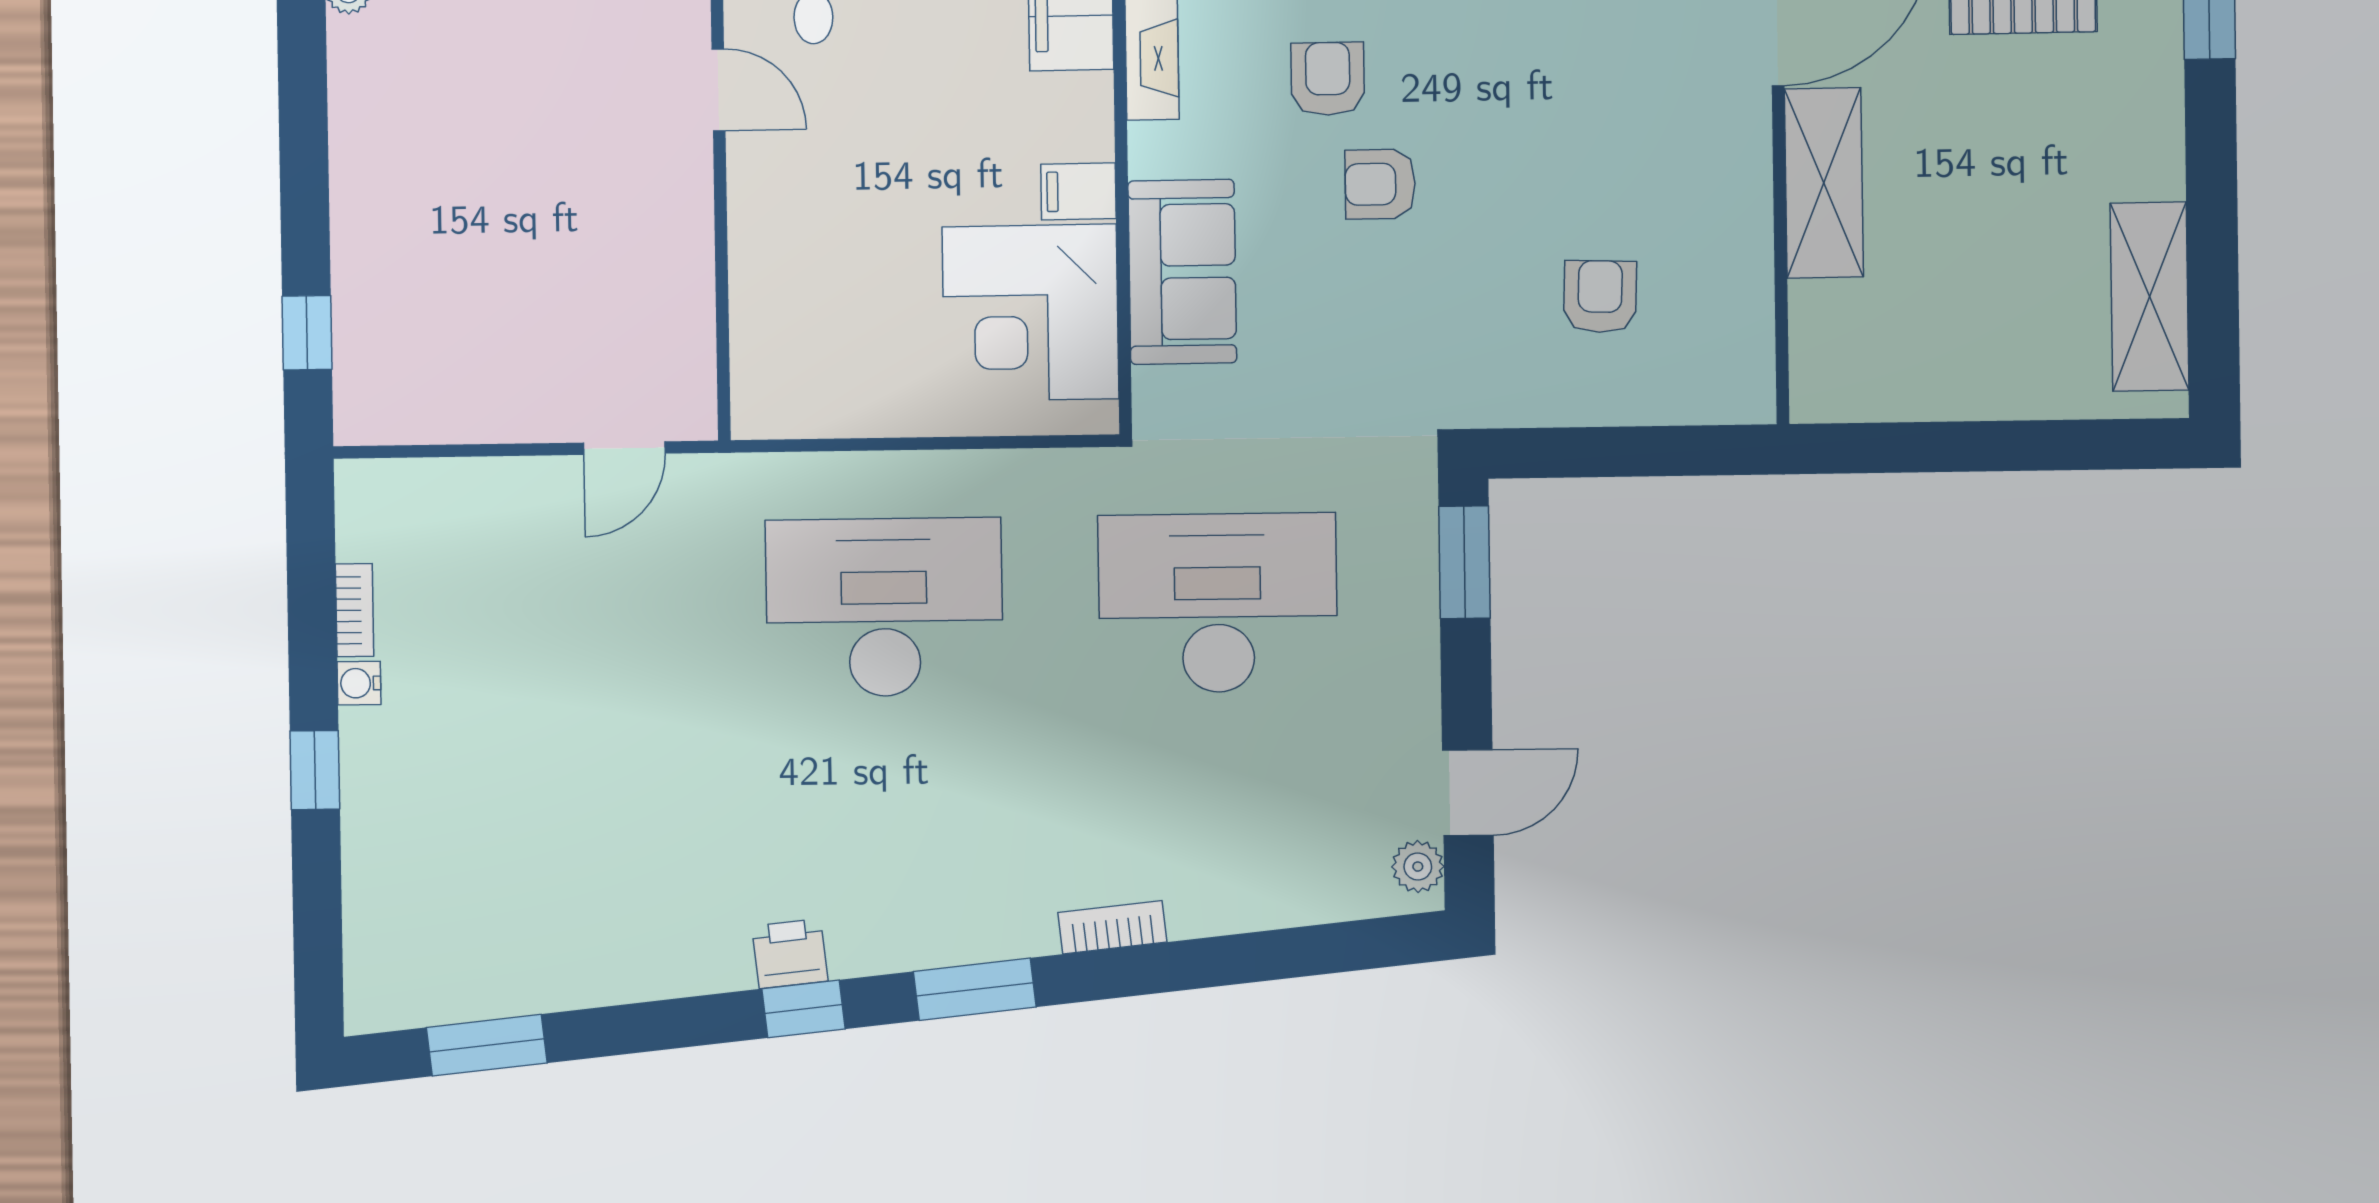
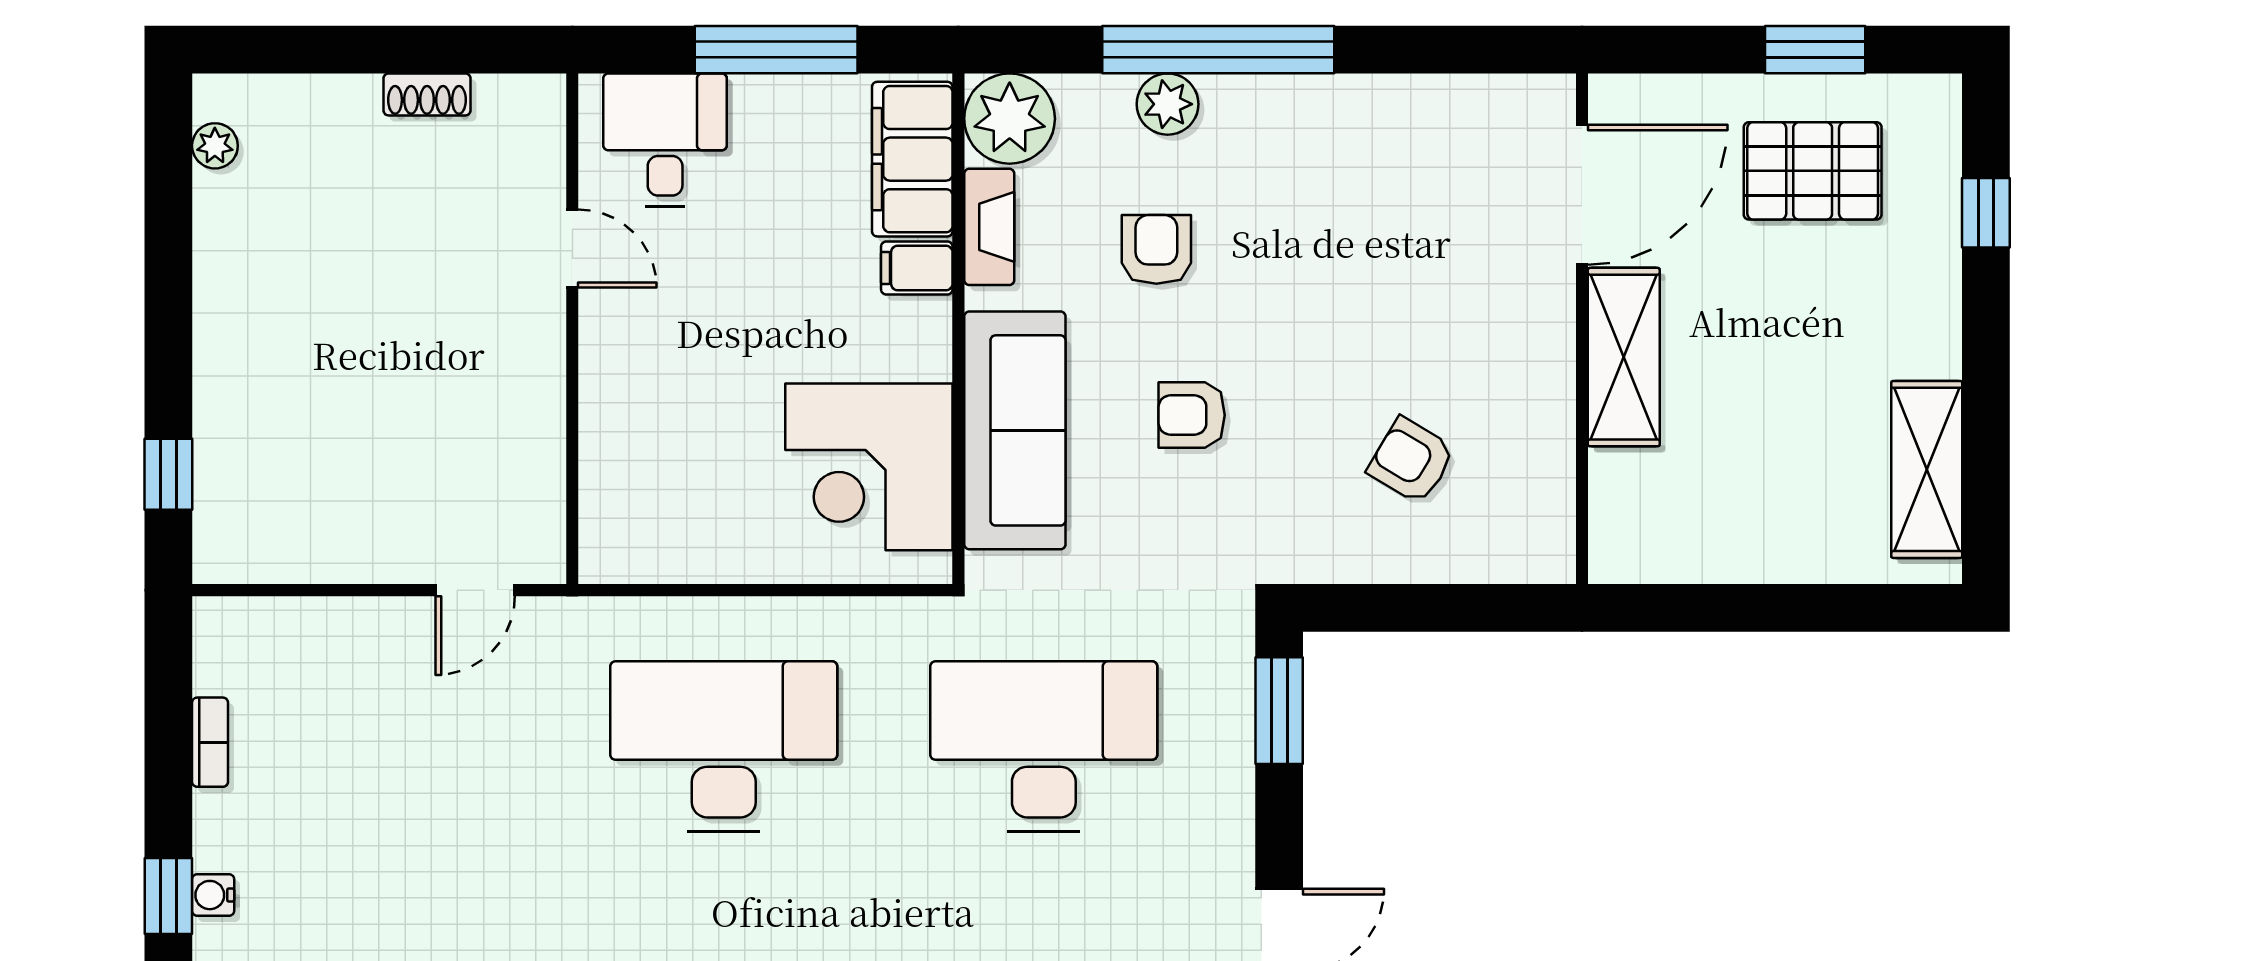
armchair: (1380, 184) -> (1192, 415), moved
filing cabinet: (1078, 191) -> (917, 268), moved
sofa: (1182, 272) -> (1015, 430), width x1.36
armchair: (1600, 297) -> (1411, 461), turned -61
water cooler: (359, 683) -> (213, 895), moved

